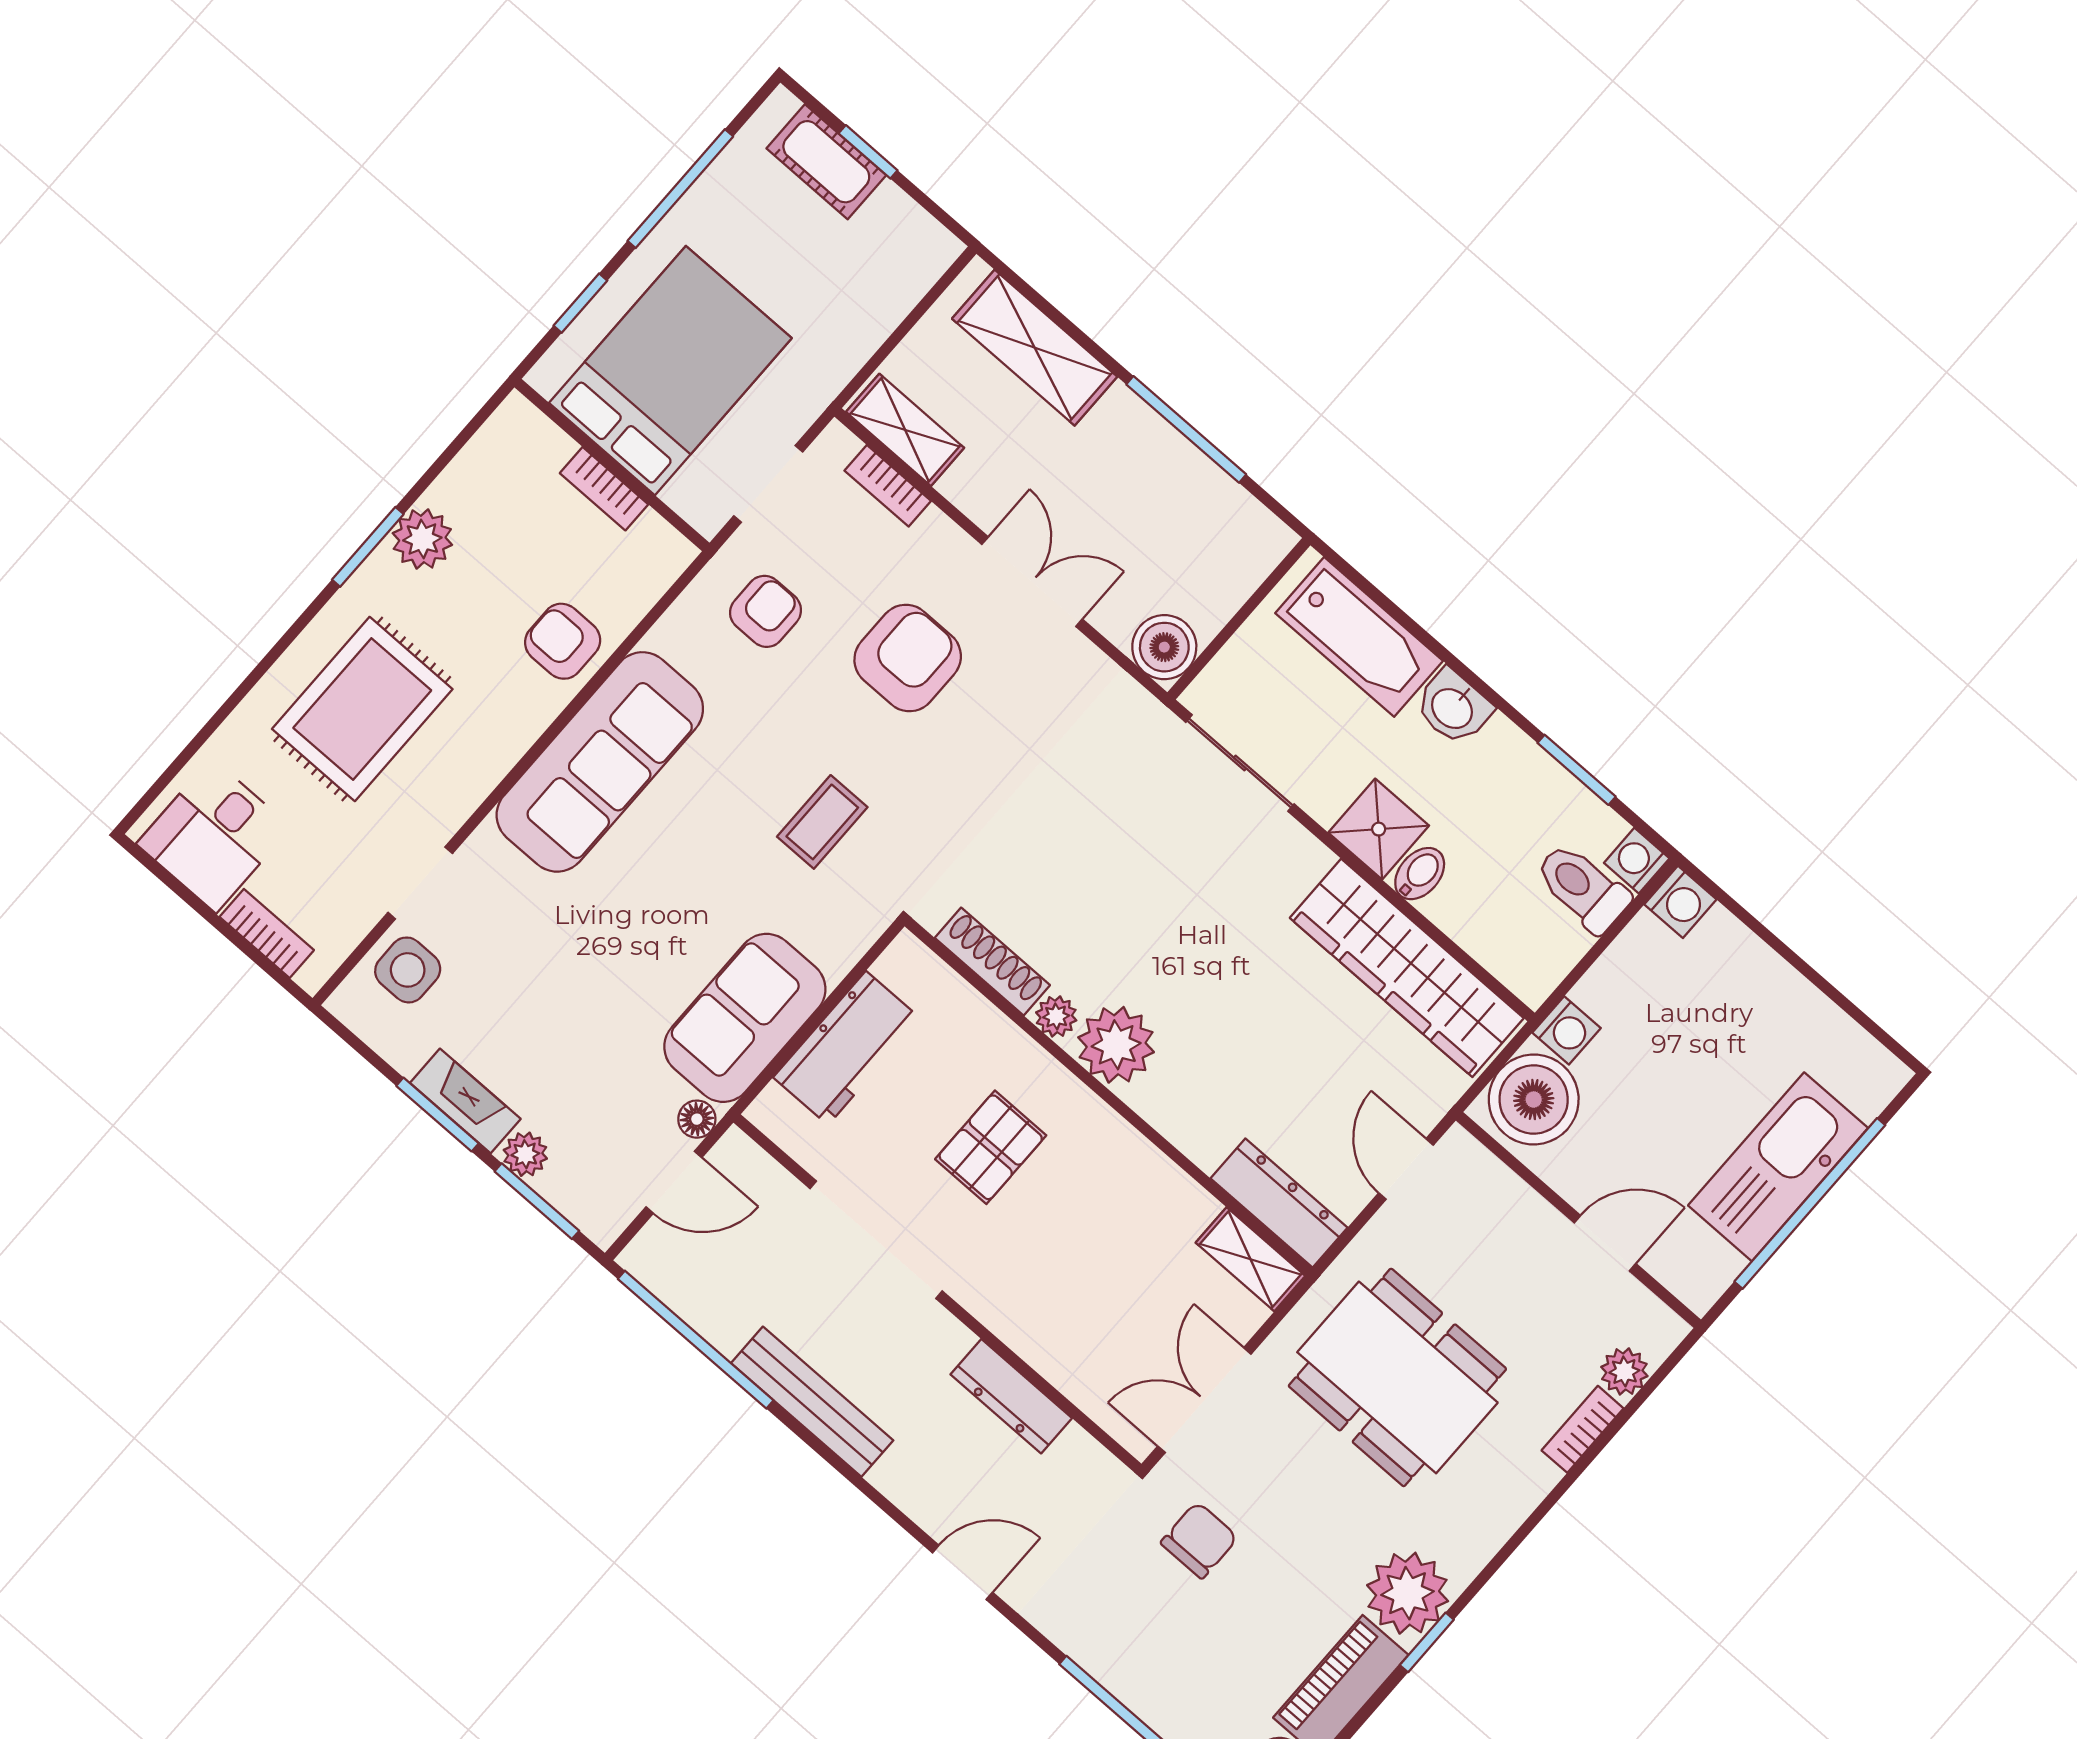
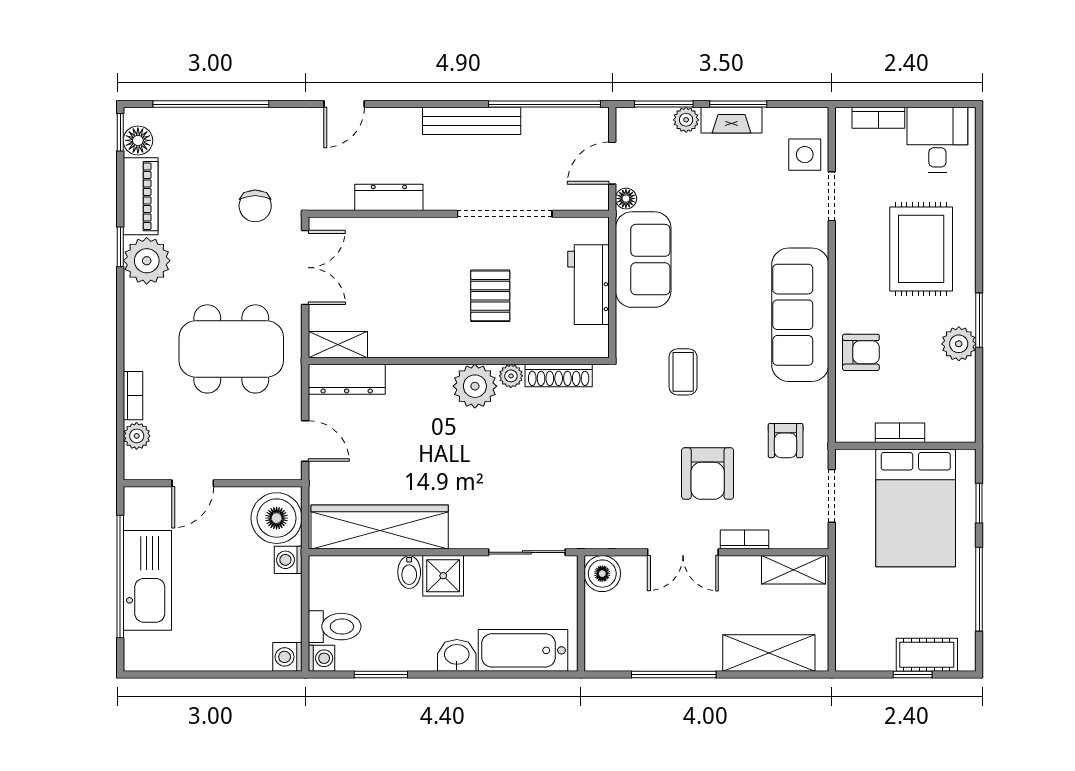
bookcase: (888, 486) -> (745, 540), moved

